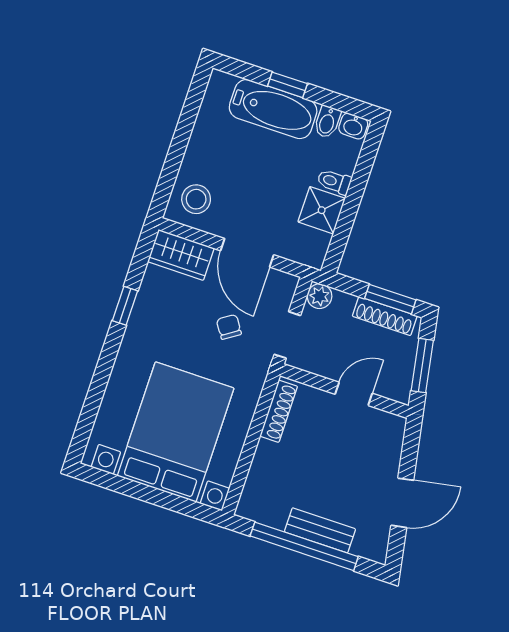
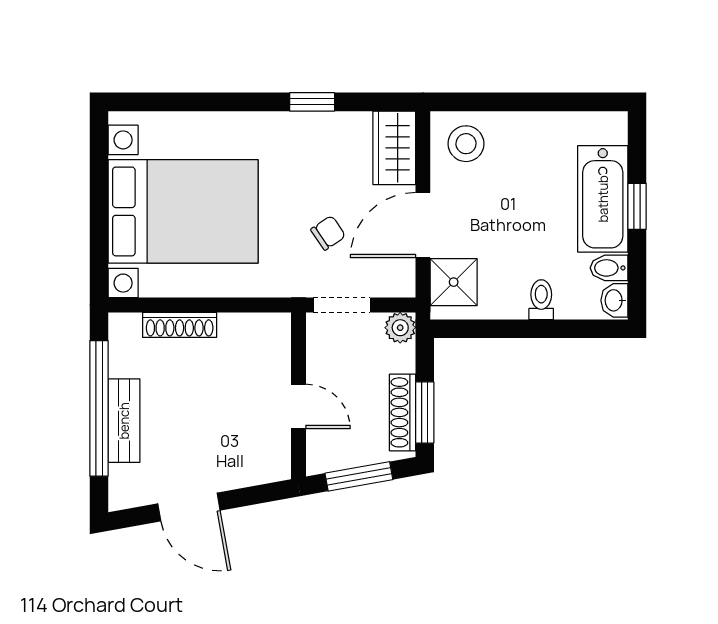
shower: (322, 210) -> (454, 282), moved
shoe rack: (279, 411) -> (180, 325), moved

